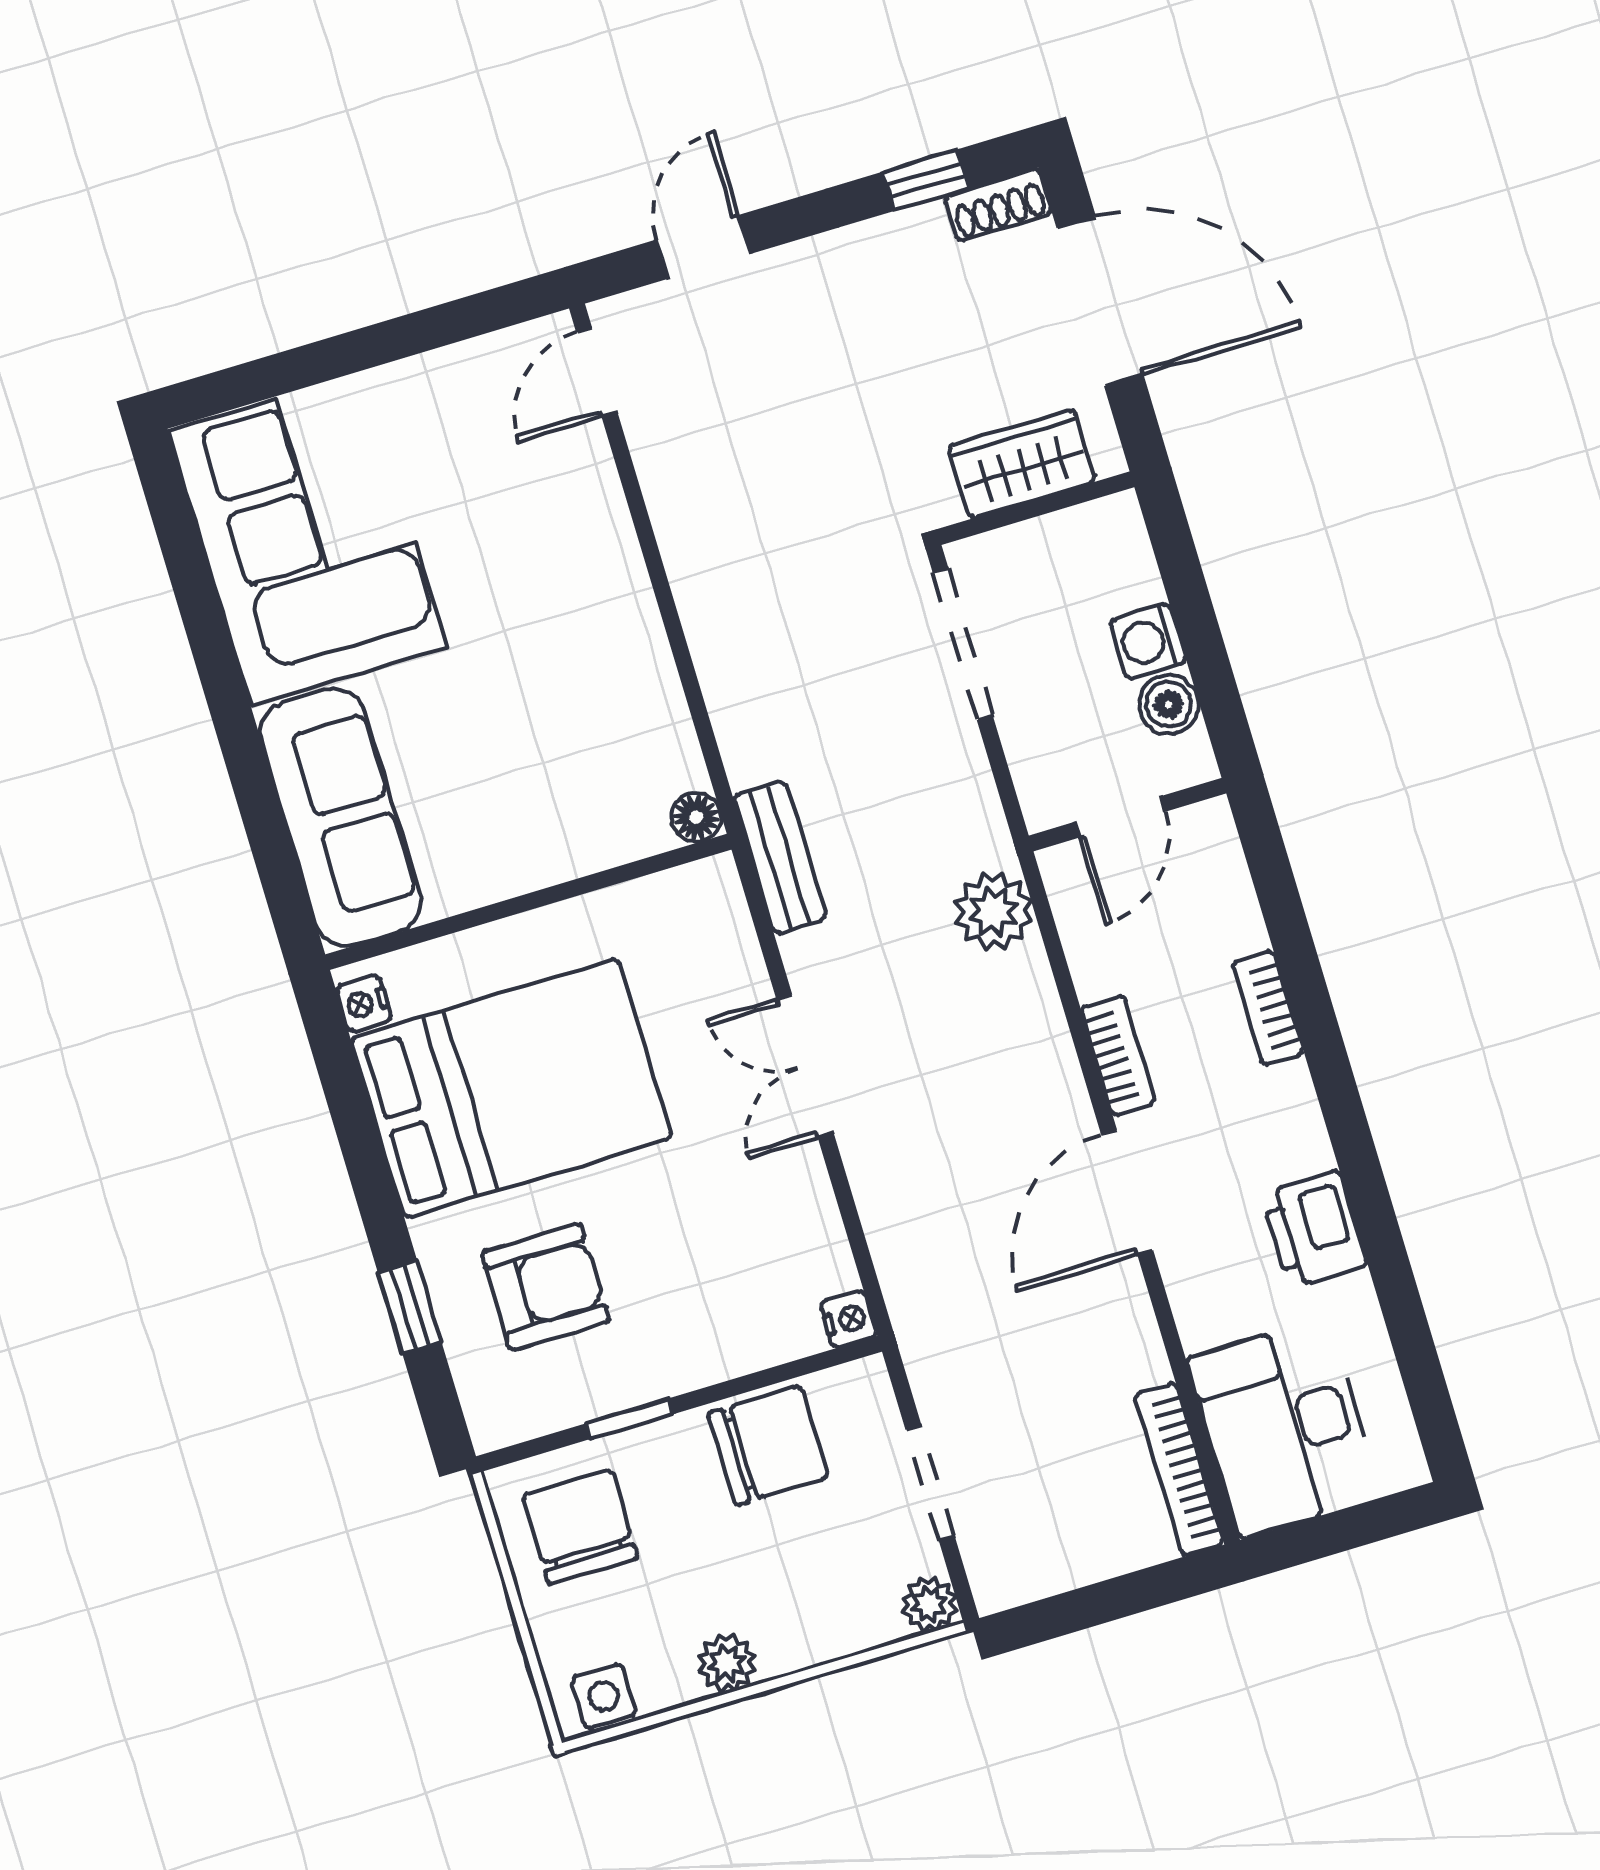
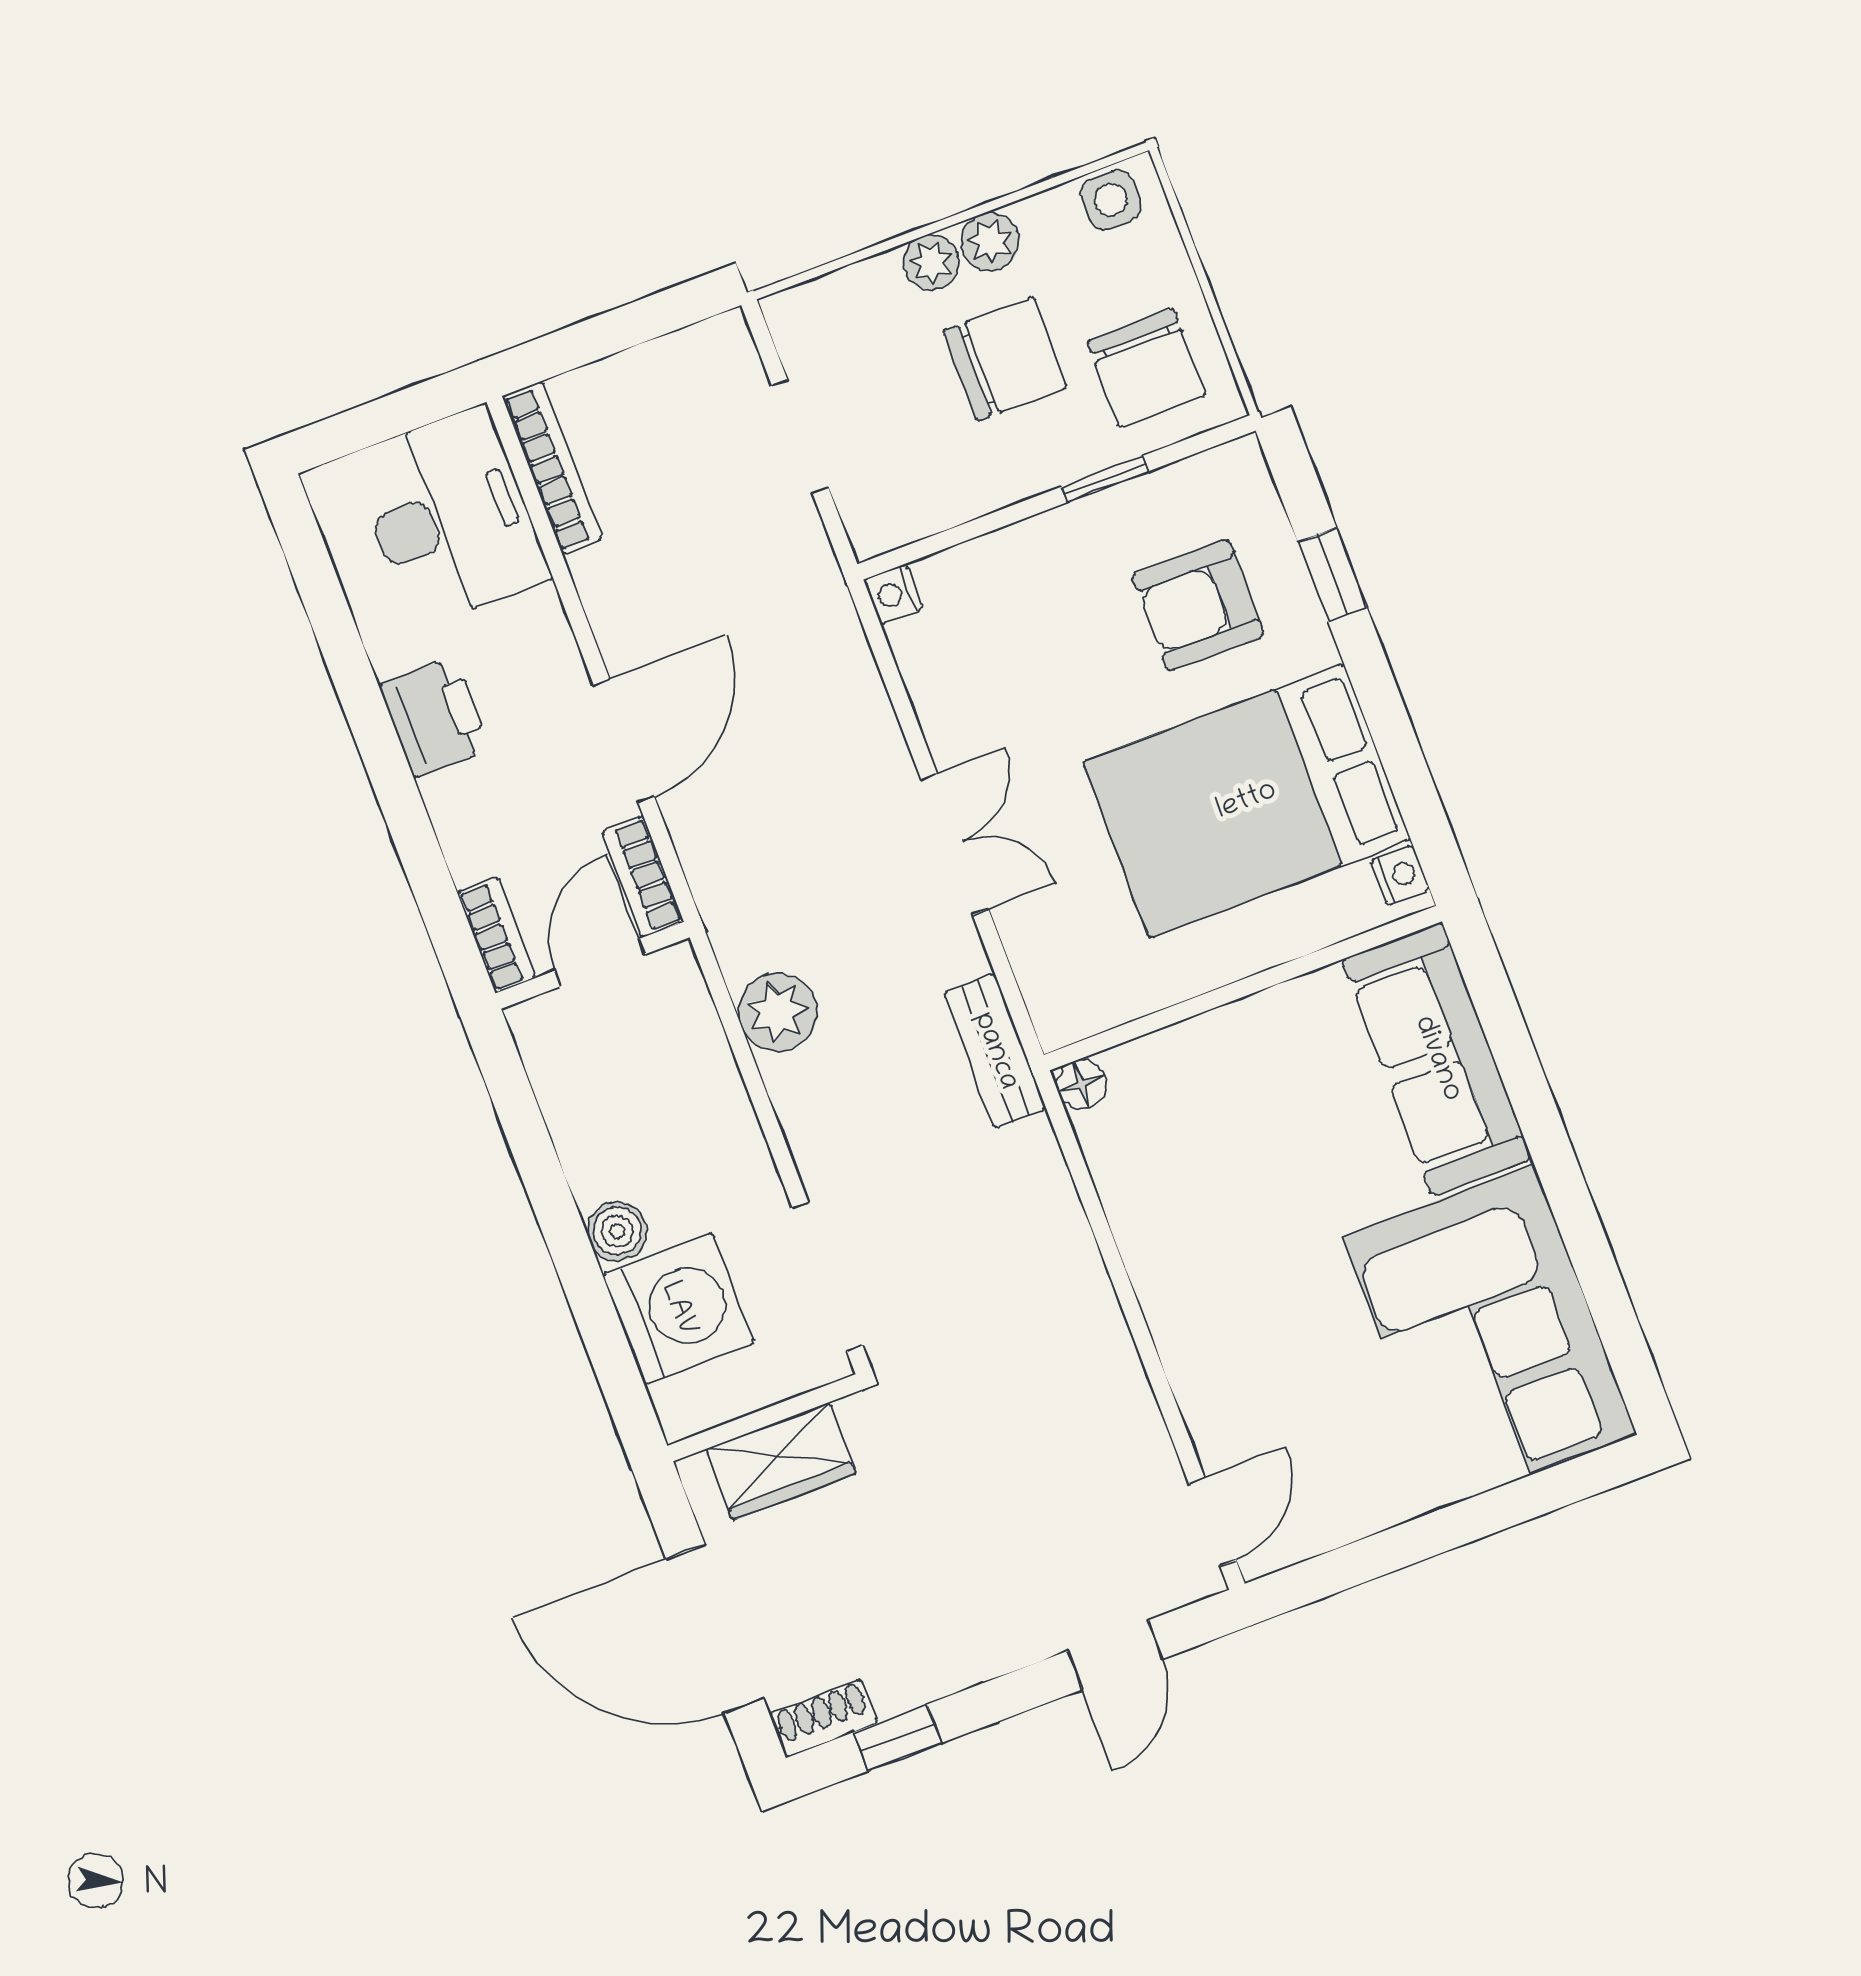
washing machine: (1148, 641) -> (678, 1309), width x1.89, depth x1.89
wall: (1128, 815) -> (593, 965), moved
door: (1120, 817) -> (600, 962), moved
chair: (768, 1445) -> (1005, 359), moved, turned 180
plant: (929, 1604) -> (931, 262), moved

